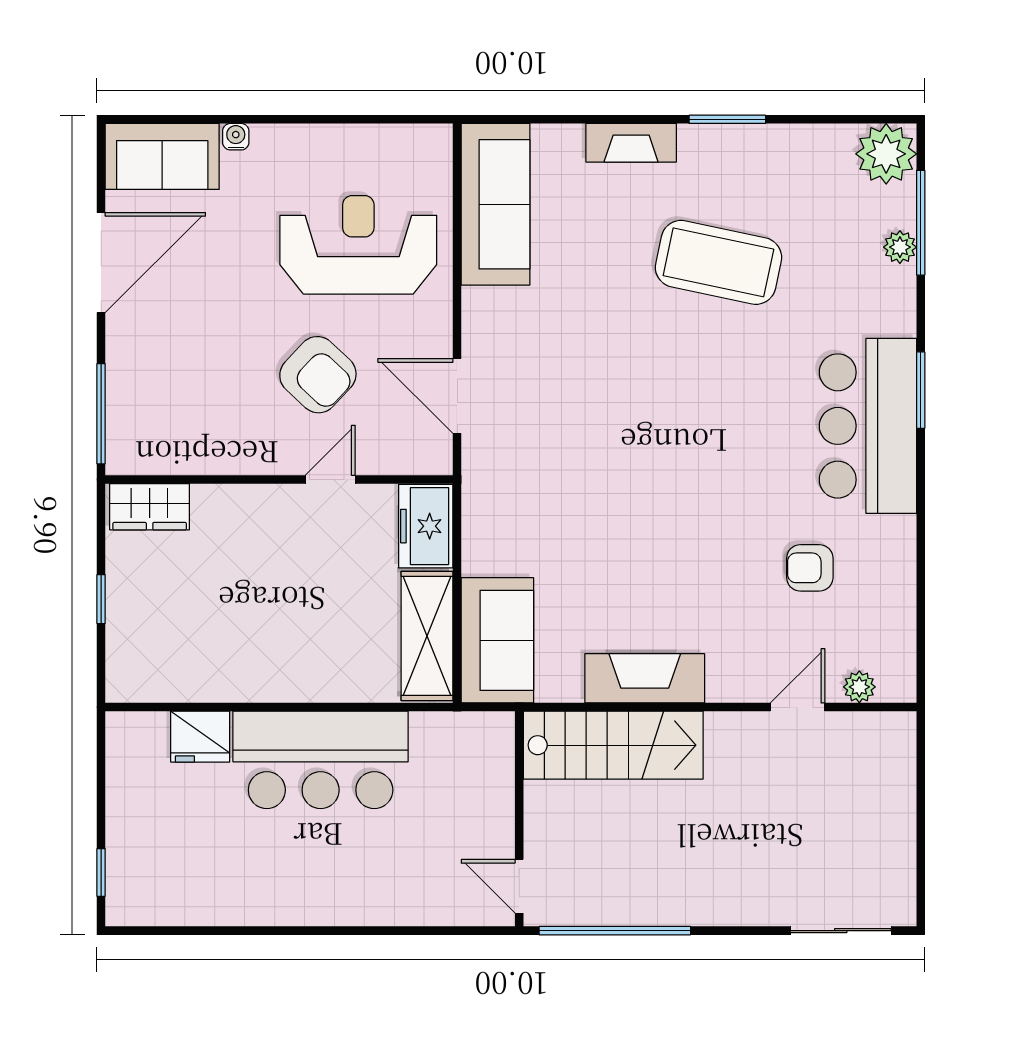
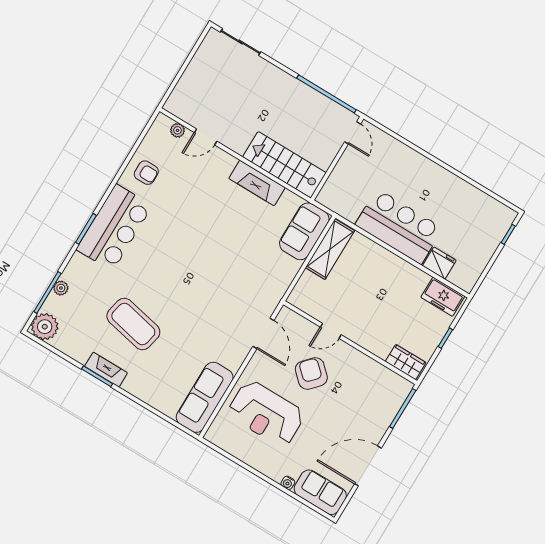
fireplace: (631, 143) -> (106, 370), moved
freezer: (426, 526) -> (443, 297), moved, turned 90
armchair: (810, 568) -> (146, 173), moved

